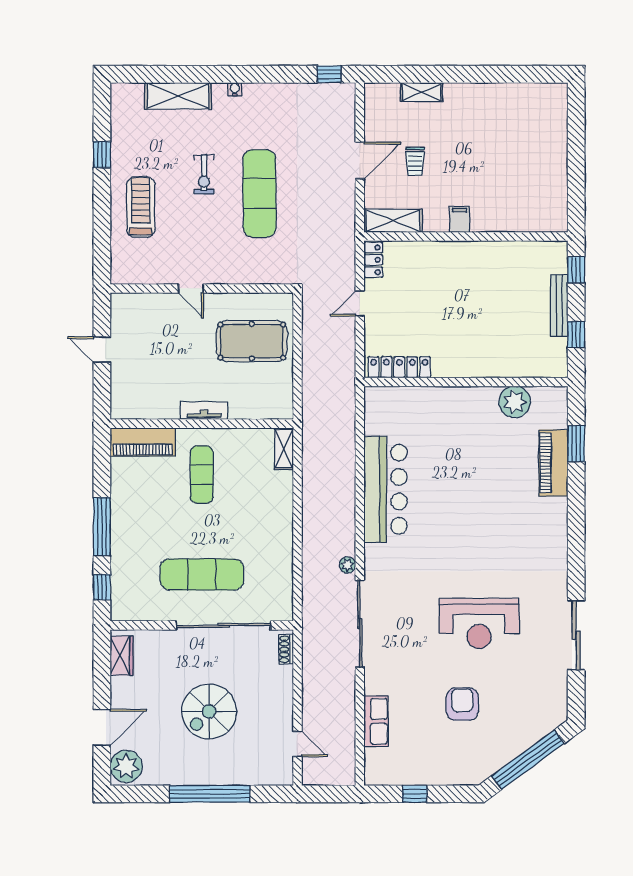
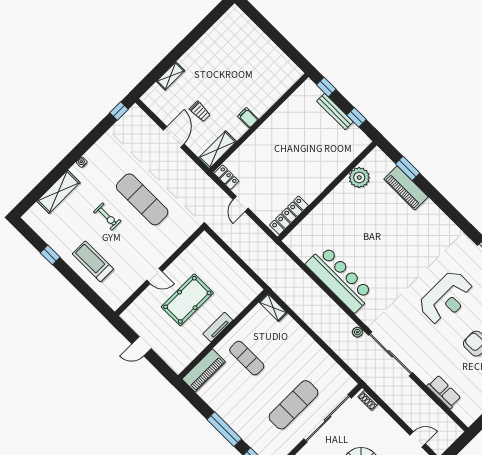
pool table: (252, 341) -> (187, 300), moved

